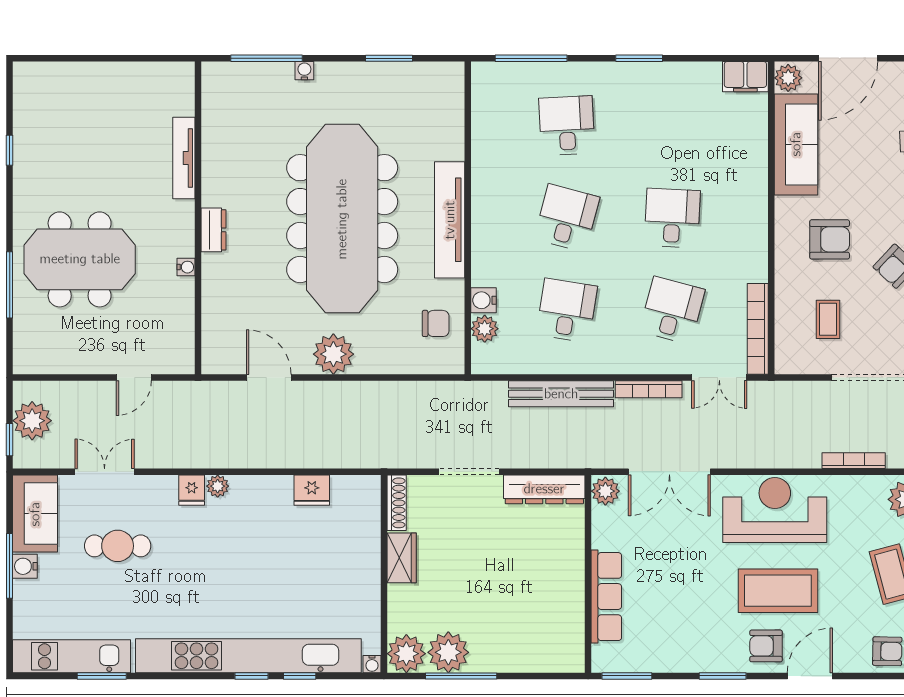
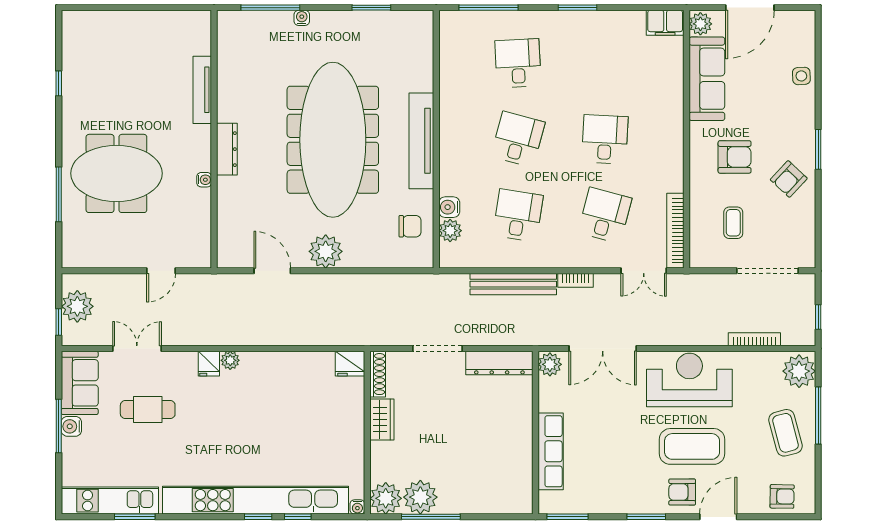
dresser: (214, 230) -> (227, 149), width x1.44
bookcase: (649, 389) -> (576, 280), width x0.64
fridge: (312, 490) -> (350, 364), moved

